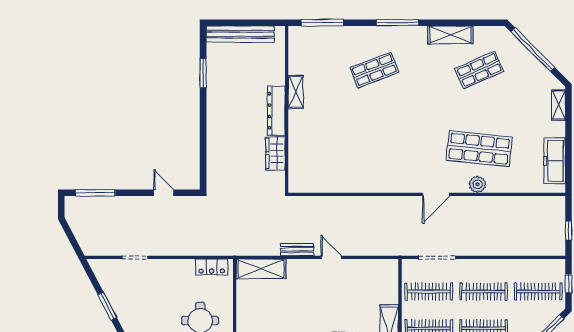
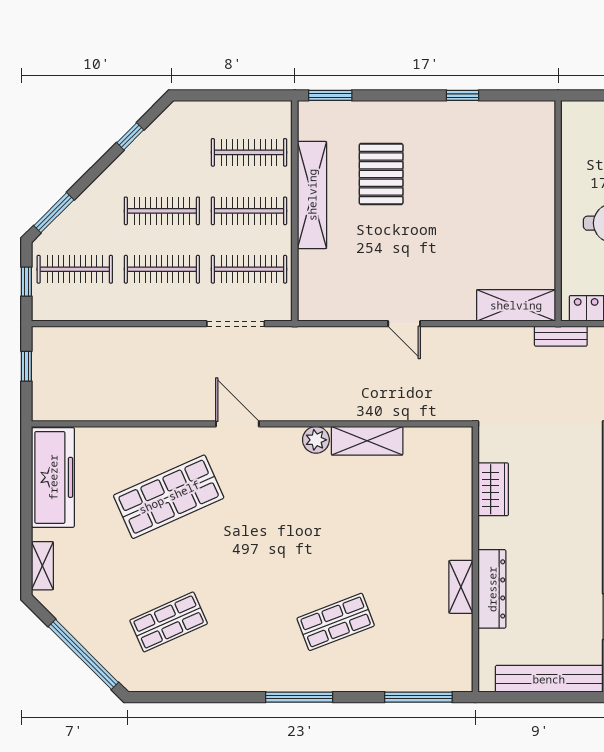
shelving: (451, 35) -> (367, 441), moved
dresser: (276, 111) -> (492, 589), moved
shop shelf: (479, 149) -> (169, 497), turned -30
freezer: (555, 161) -> (53, 477), width x1.36, depth x1.26
plant: (478, 184) -> (316, 440), moved
door: (436, 194) -> (237, 424), hinge flipped
bench: (297, 249) -> (561, 336), moved

